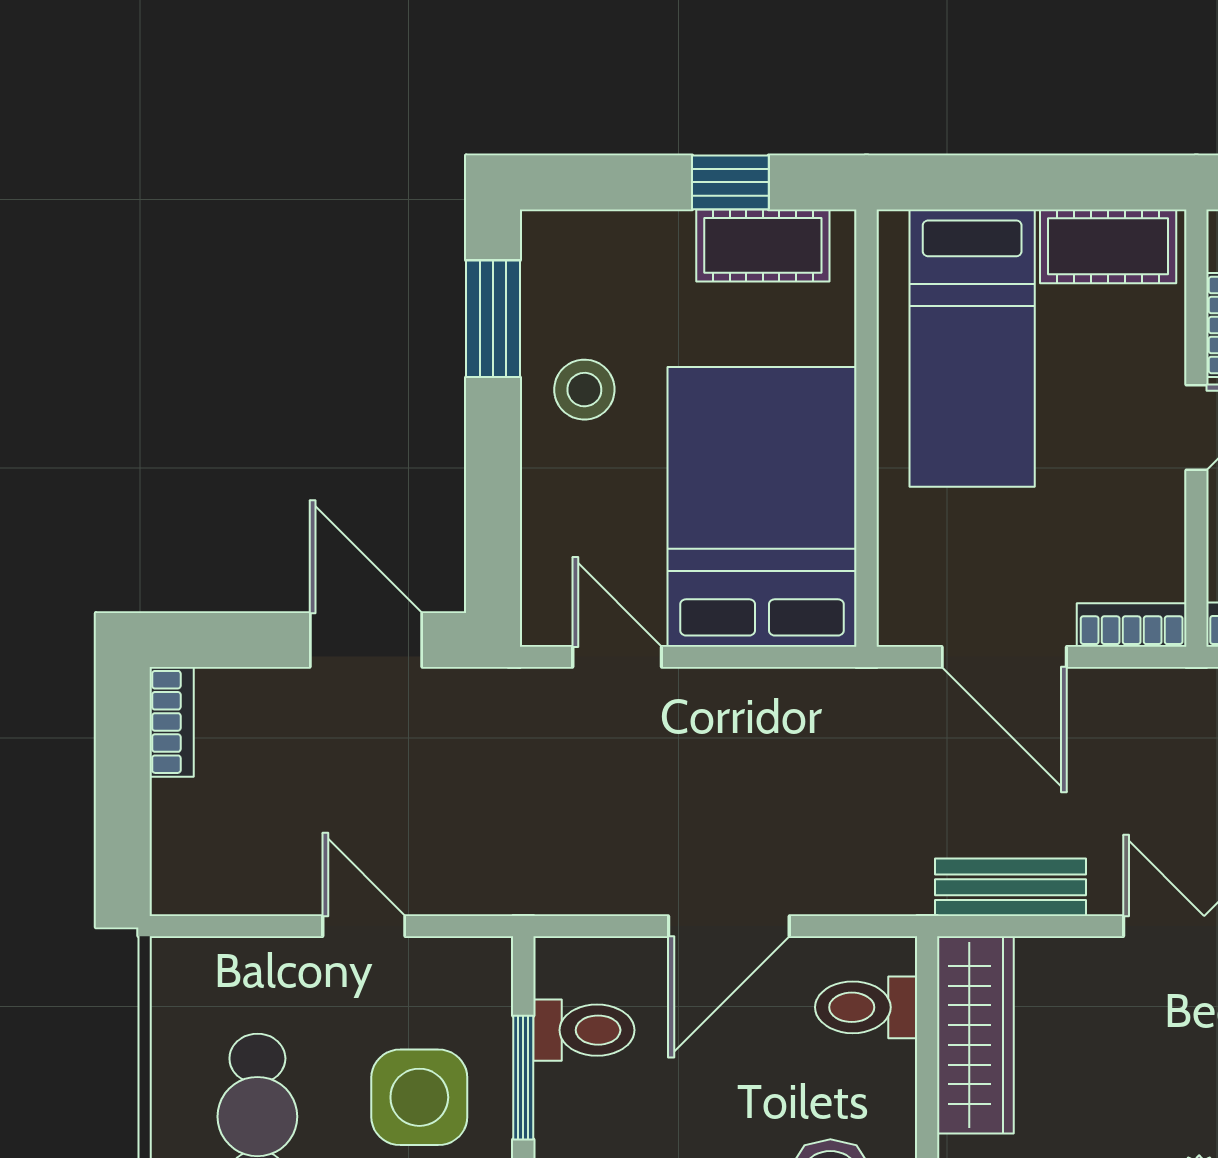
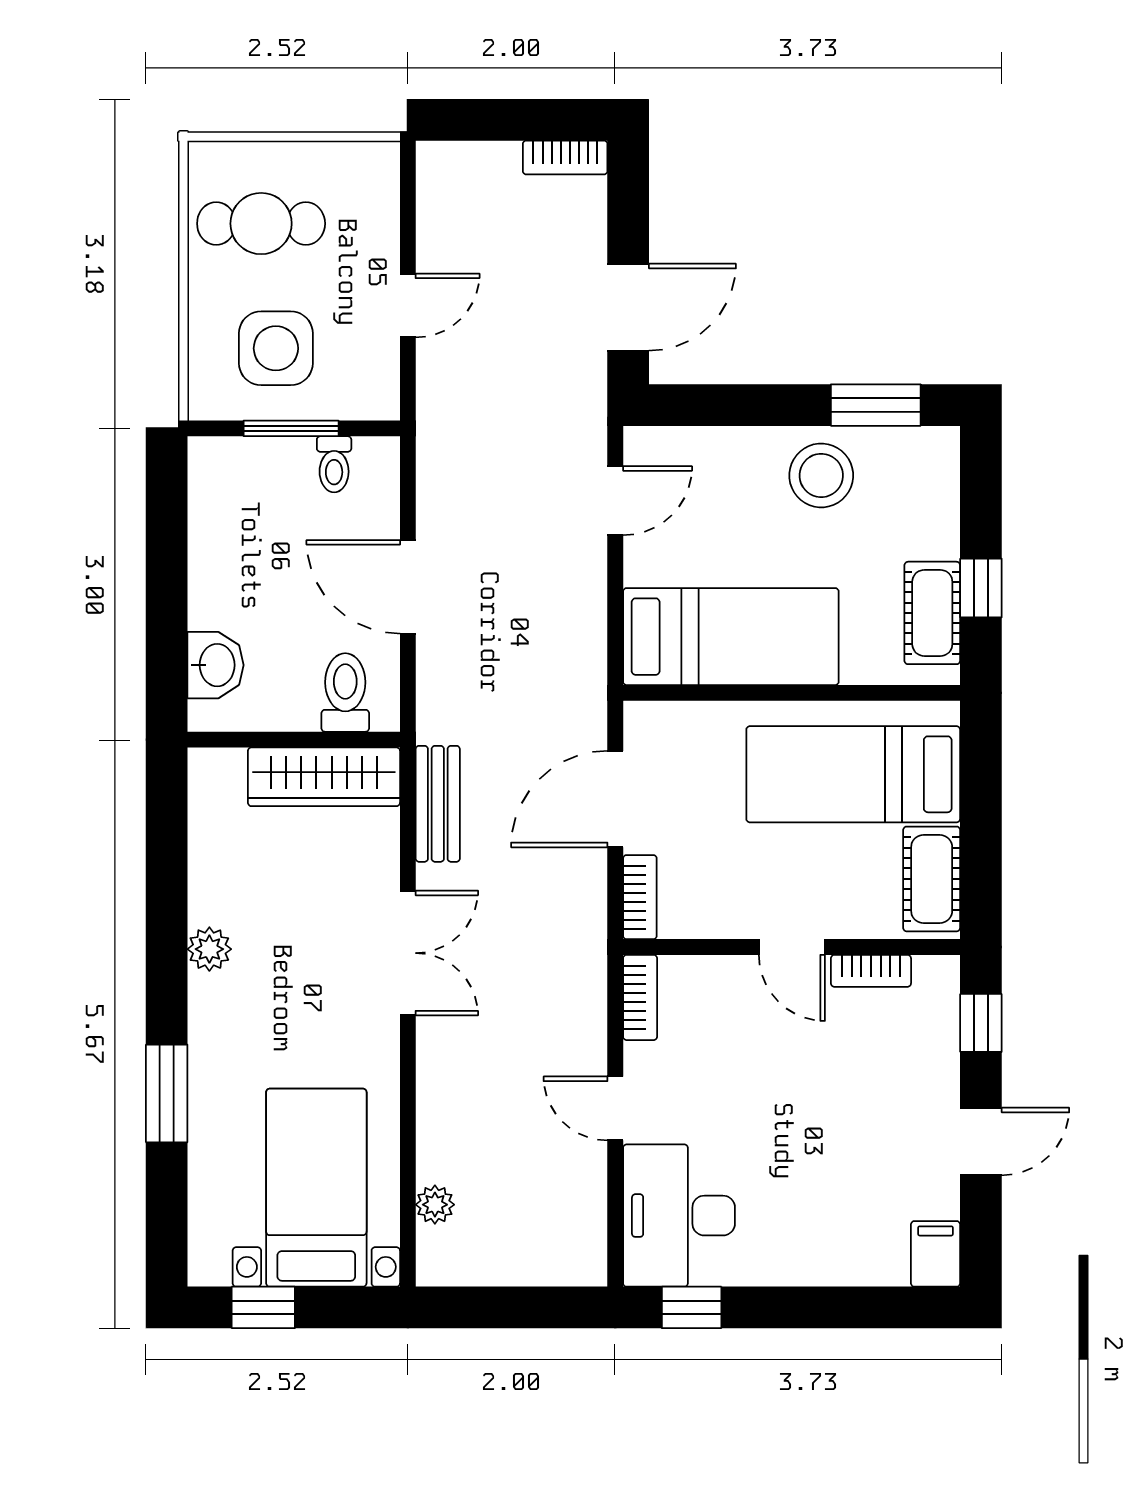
stool: (584, 390) -> (821, 475), width x1.38, depth x1.38
bed: (762, 507) -> (731, 637), width x0.67
toilet: (584, 1030) -> (334, 464), width x0.73, depth x0.72

